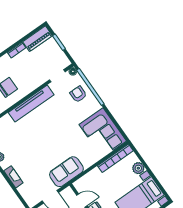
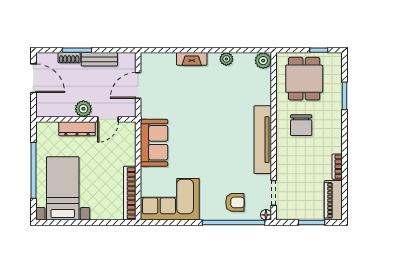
plant: (138, 168) -> (99, 212), removed
sofa: (66, 172) -> (154, 143), moved

